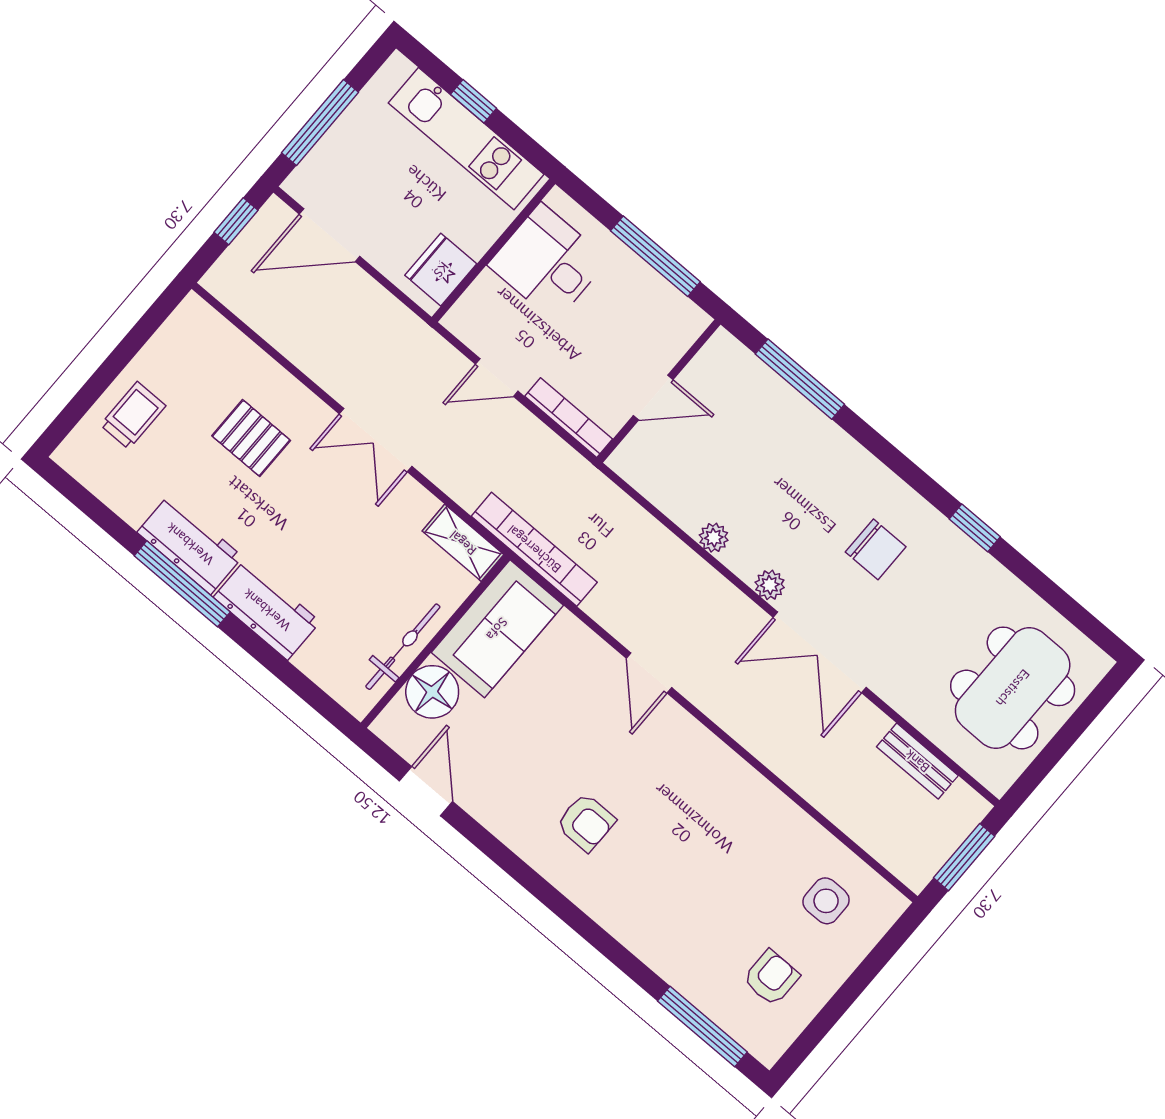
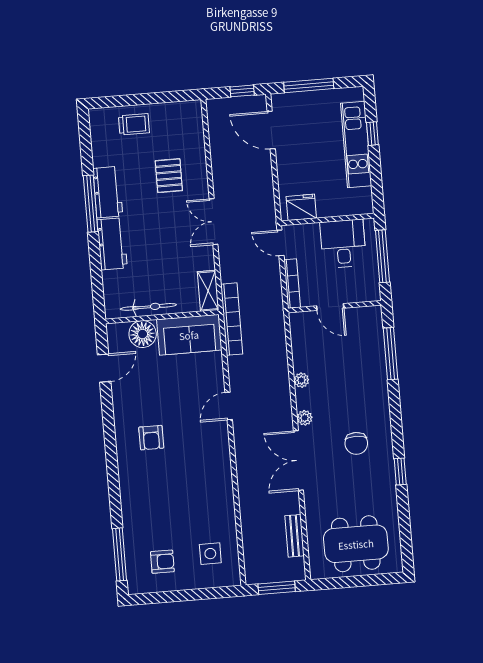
wall: (494, 250) -> (327, 220), moved
desk: (548, 262) -> (343, 244), moved
fridge: (441, 270) -> (301, 207), moved

